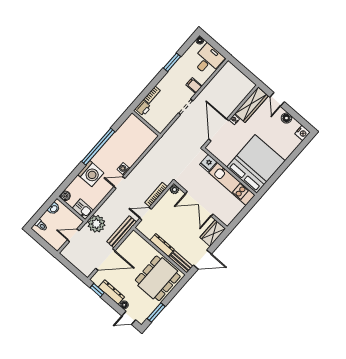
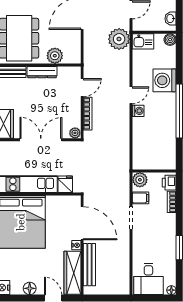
filing cabinet: (194, 86) -> (141, 198), moved
plant: (160, 126) -> (140, 180), added
bench: (122, 232) -> (89, 265), moved
plant: (145, 248) -> (55, 56), added

